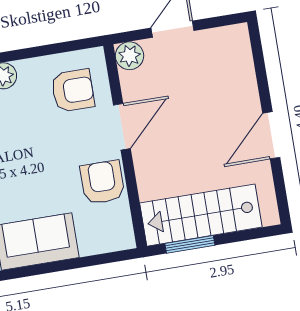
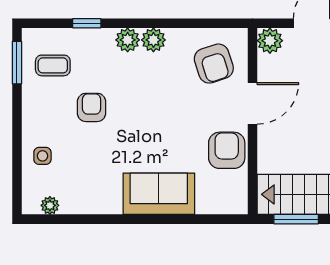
armchair: (73, 91) -> (214, 64), turned 72

